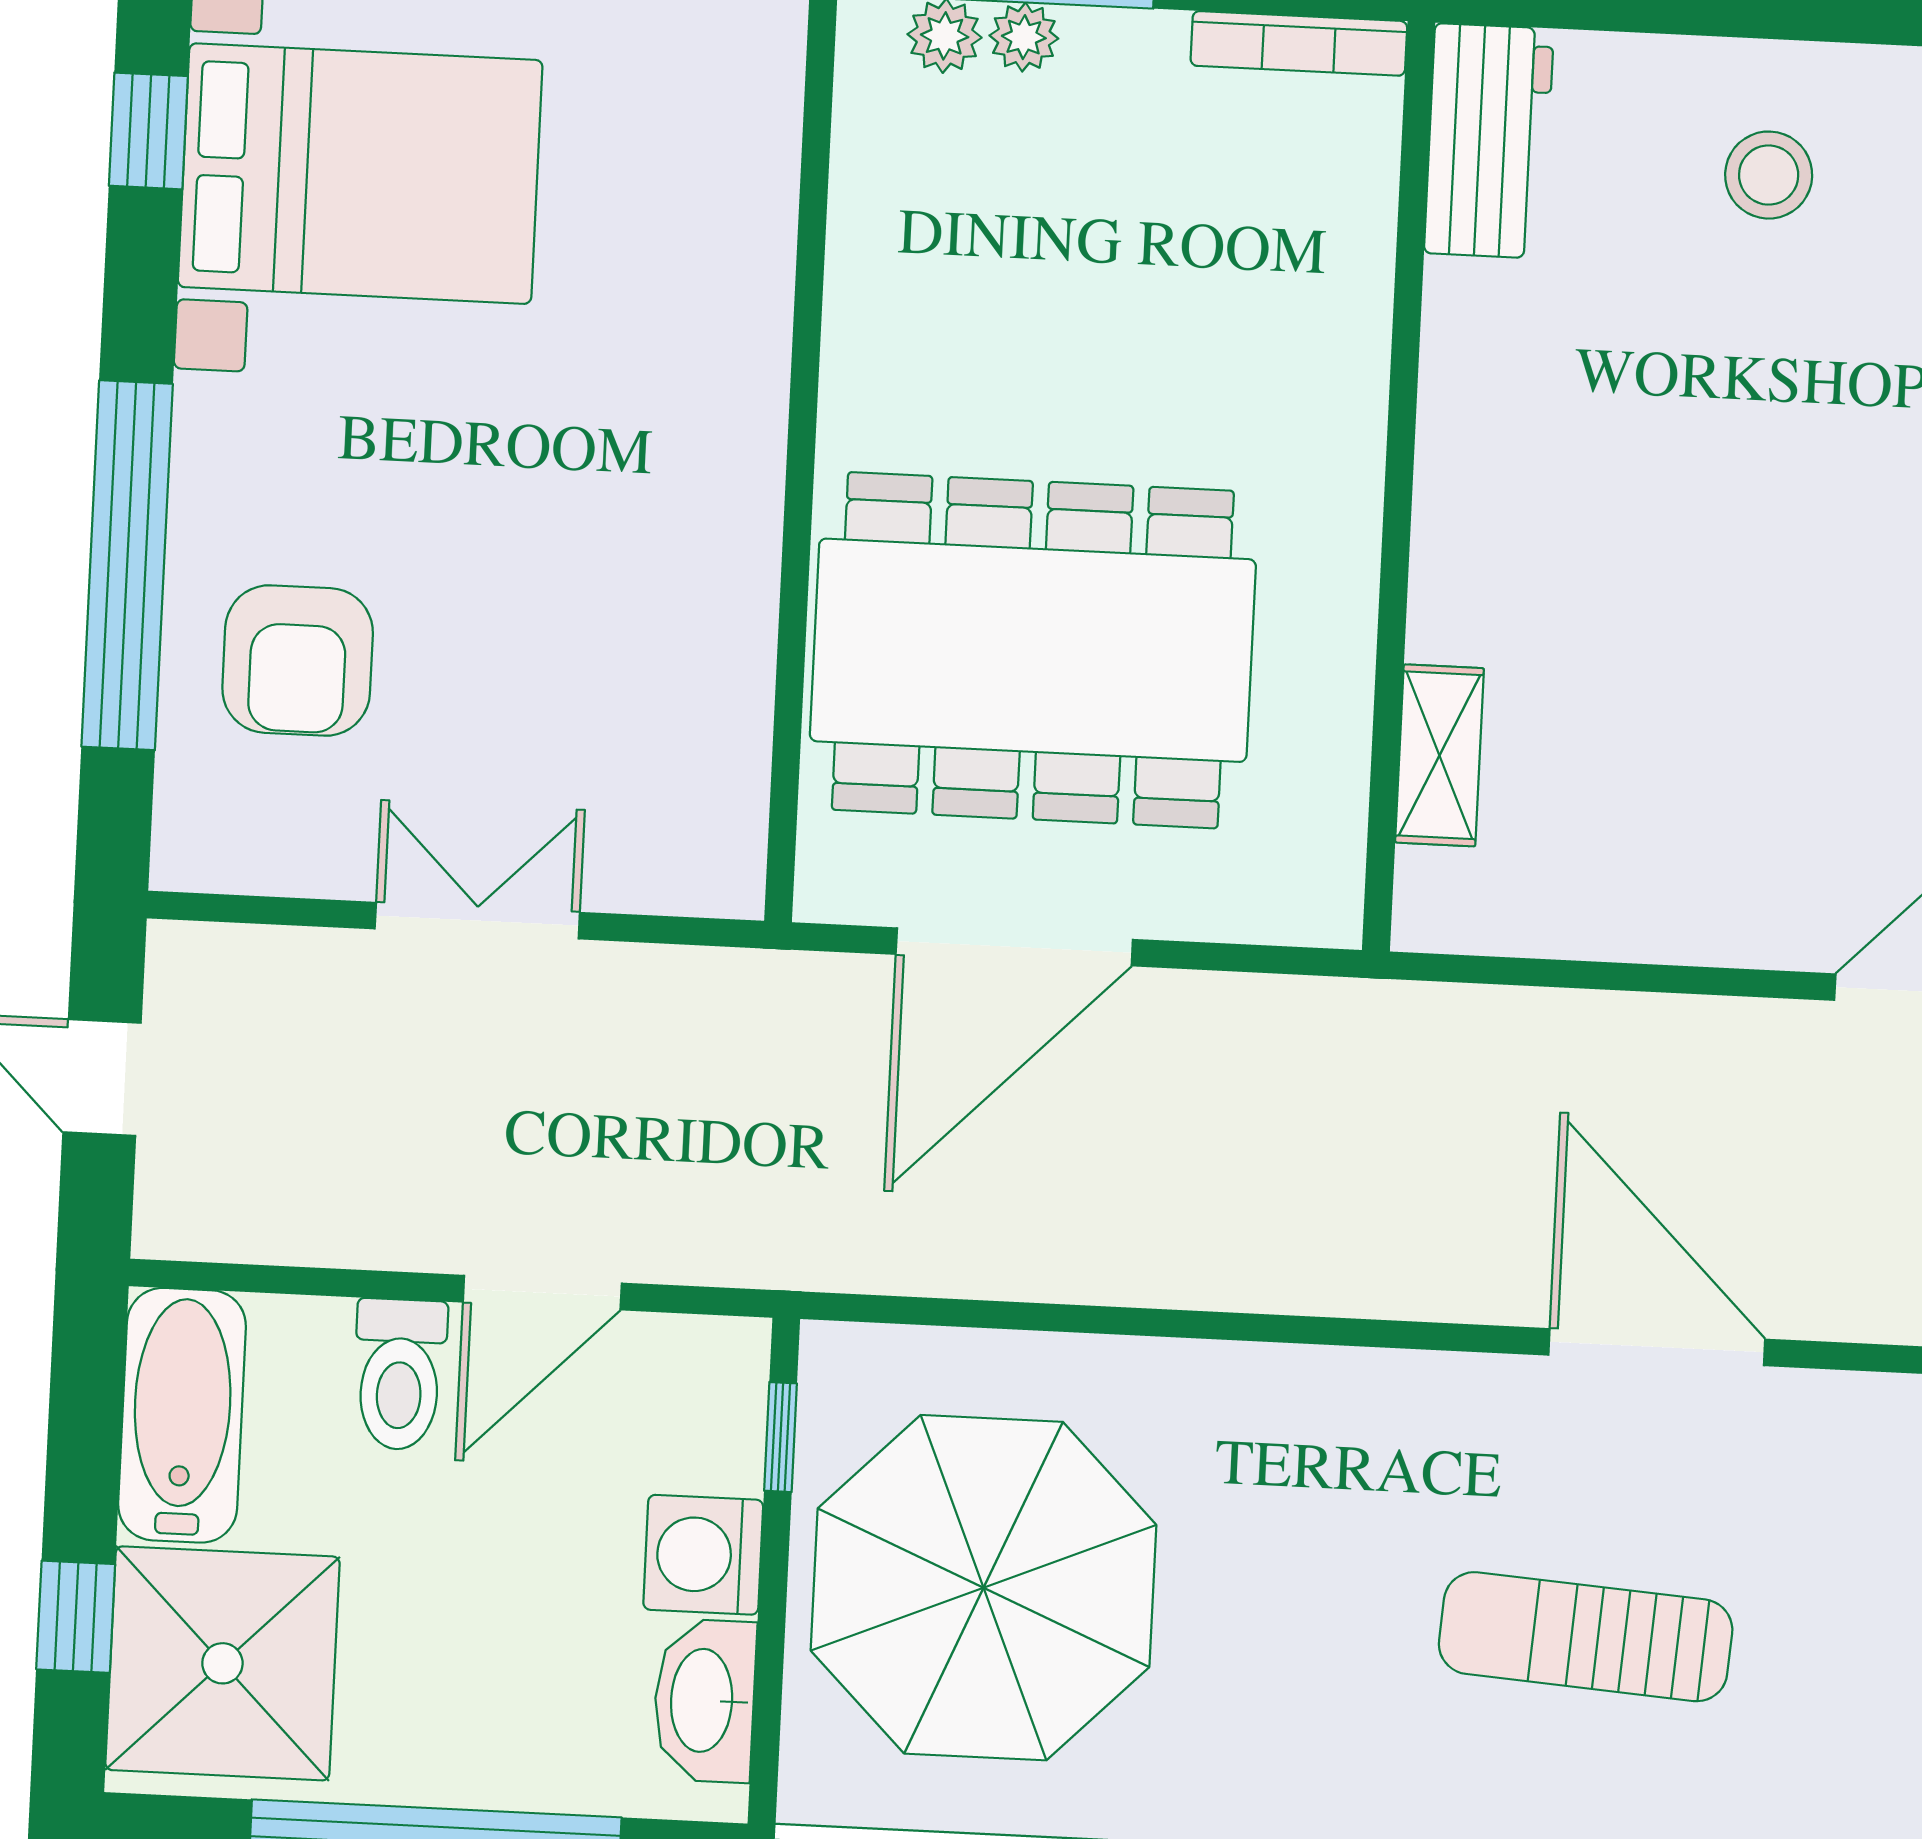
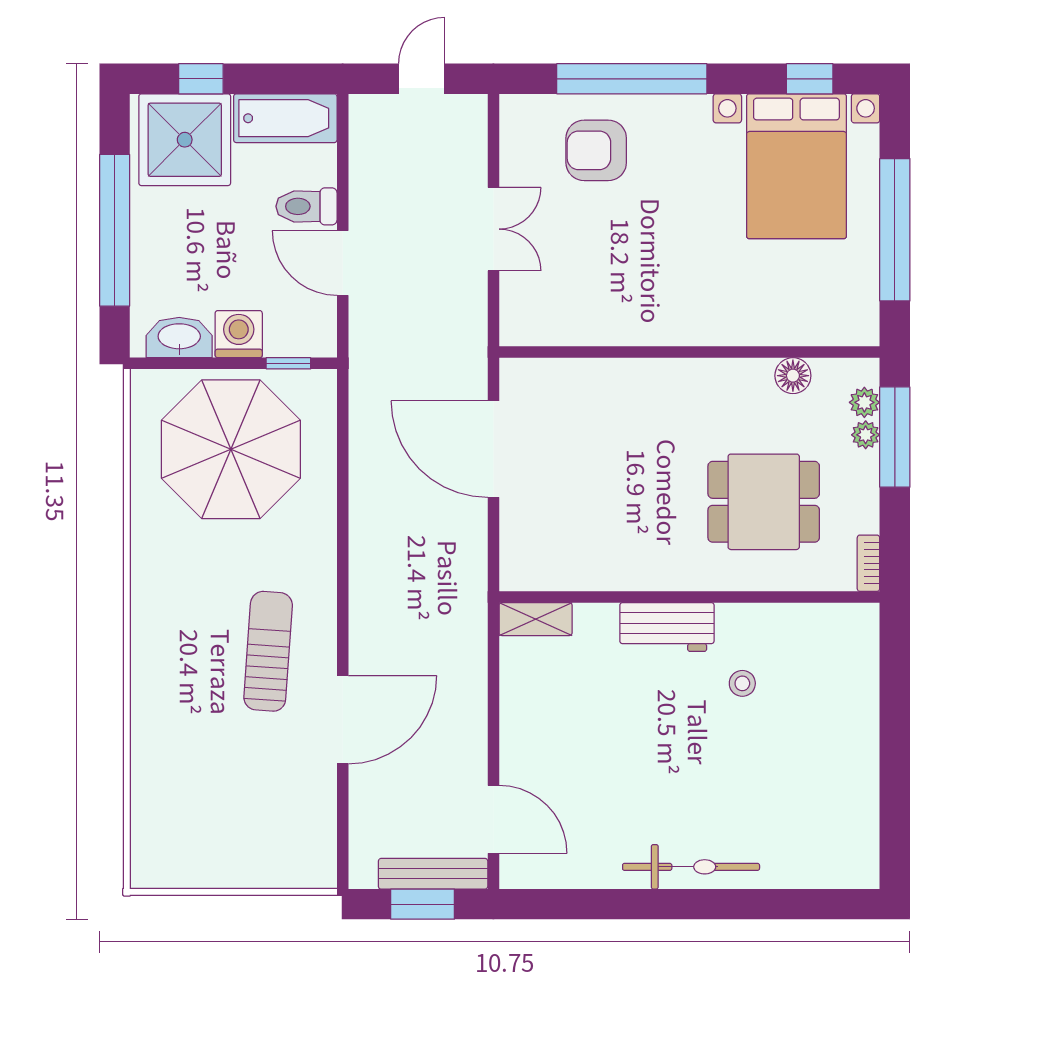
bookcase: (1299, 43) -> (868, 563), width x0.64
workbench: (1489, 141) -> (667, 627), moved
stool: (1769, 175) -> (742, 683), moved, width x0.73, depth x0.73
floor lamp: (871, 207) -> (793, 376), added
dining table: (1033, 650) -> (764, 502), moved, width x0.53, depth x0.80
shelving: (1439, 755) -> (536, 619), moved
sun lounger: (1586, 1637) -> (268, 651), moved

